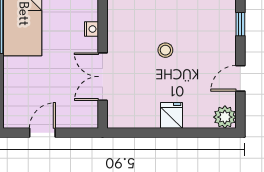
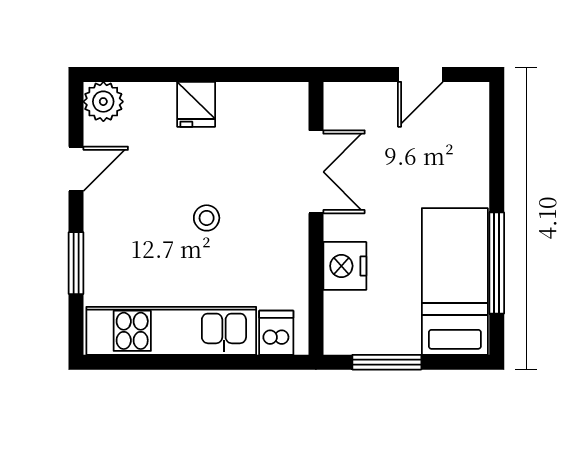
window: (240, 24) -> (76, 263), width x1.50
nightstand: (91, 29) -> (345, 266), width x1.89, depth x1.79

